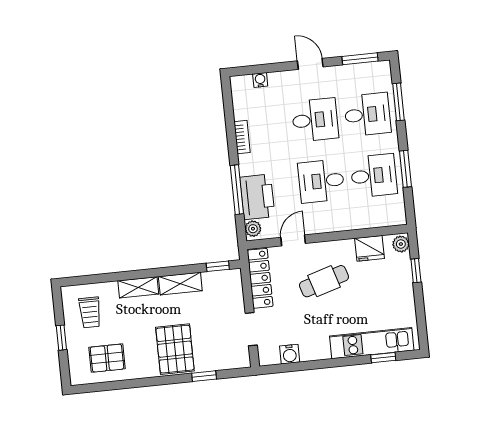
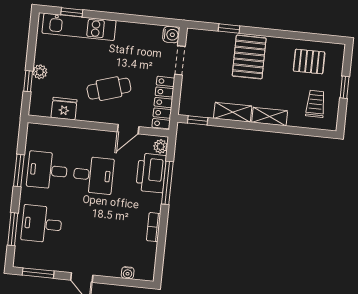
desk: (315, 120) -> (88, 229), removed
plant: (401, 244) -> (40, 72), moved
water cooler: (290, 354) -> (171, 35), moved, turned 90

